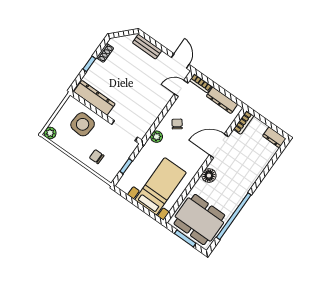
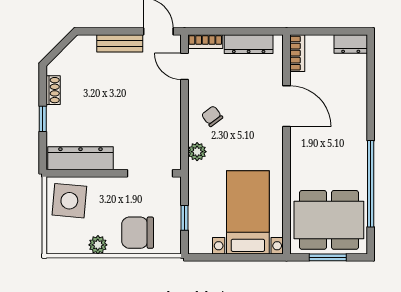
bench: (147, 47) -> (120, 43), moved
door: (181, 88) -> (185, 66), hinge flipped
side table: (83, 124) -> (69, 201), moved
plant: (50, 133) -> (98, 245), moved
door: (219, 146) -> (286, 106), swing flipped
chair: (97, 157) -> (138, 233), width x1.87, depth x1.87
floor lamp: (209, 176) -> (301, 154), removed

